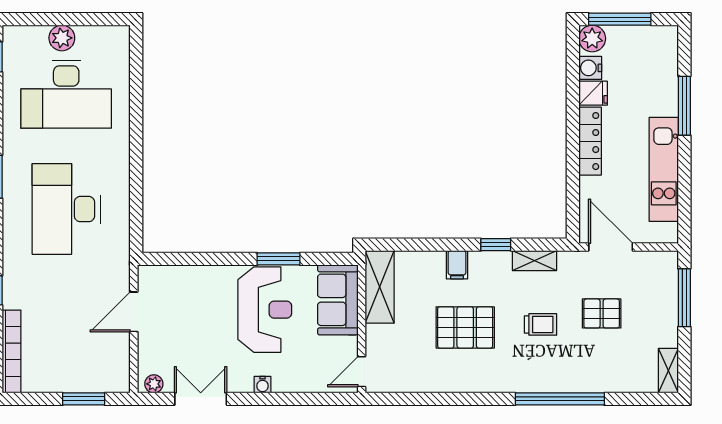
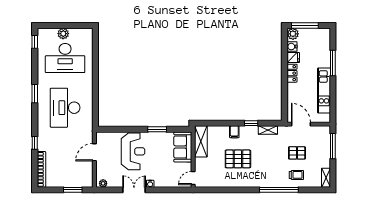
locker: (590, 141) -> (292, 73), width x0.66
reception desk: (265, 310) -> (133, 151), moved
trolley: (540, 324) -> (296, 175), moved
double door: (201, 399) -> (134, 190), moved

